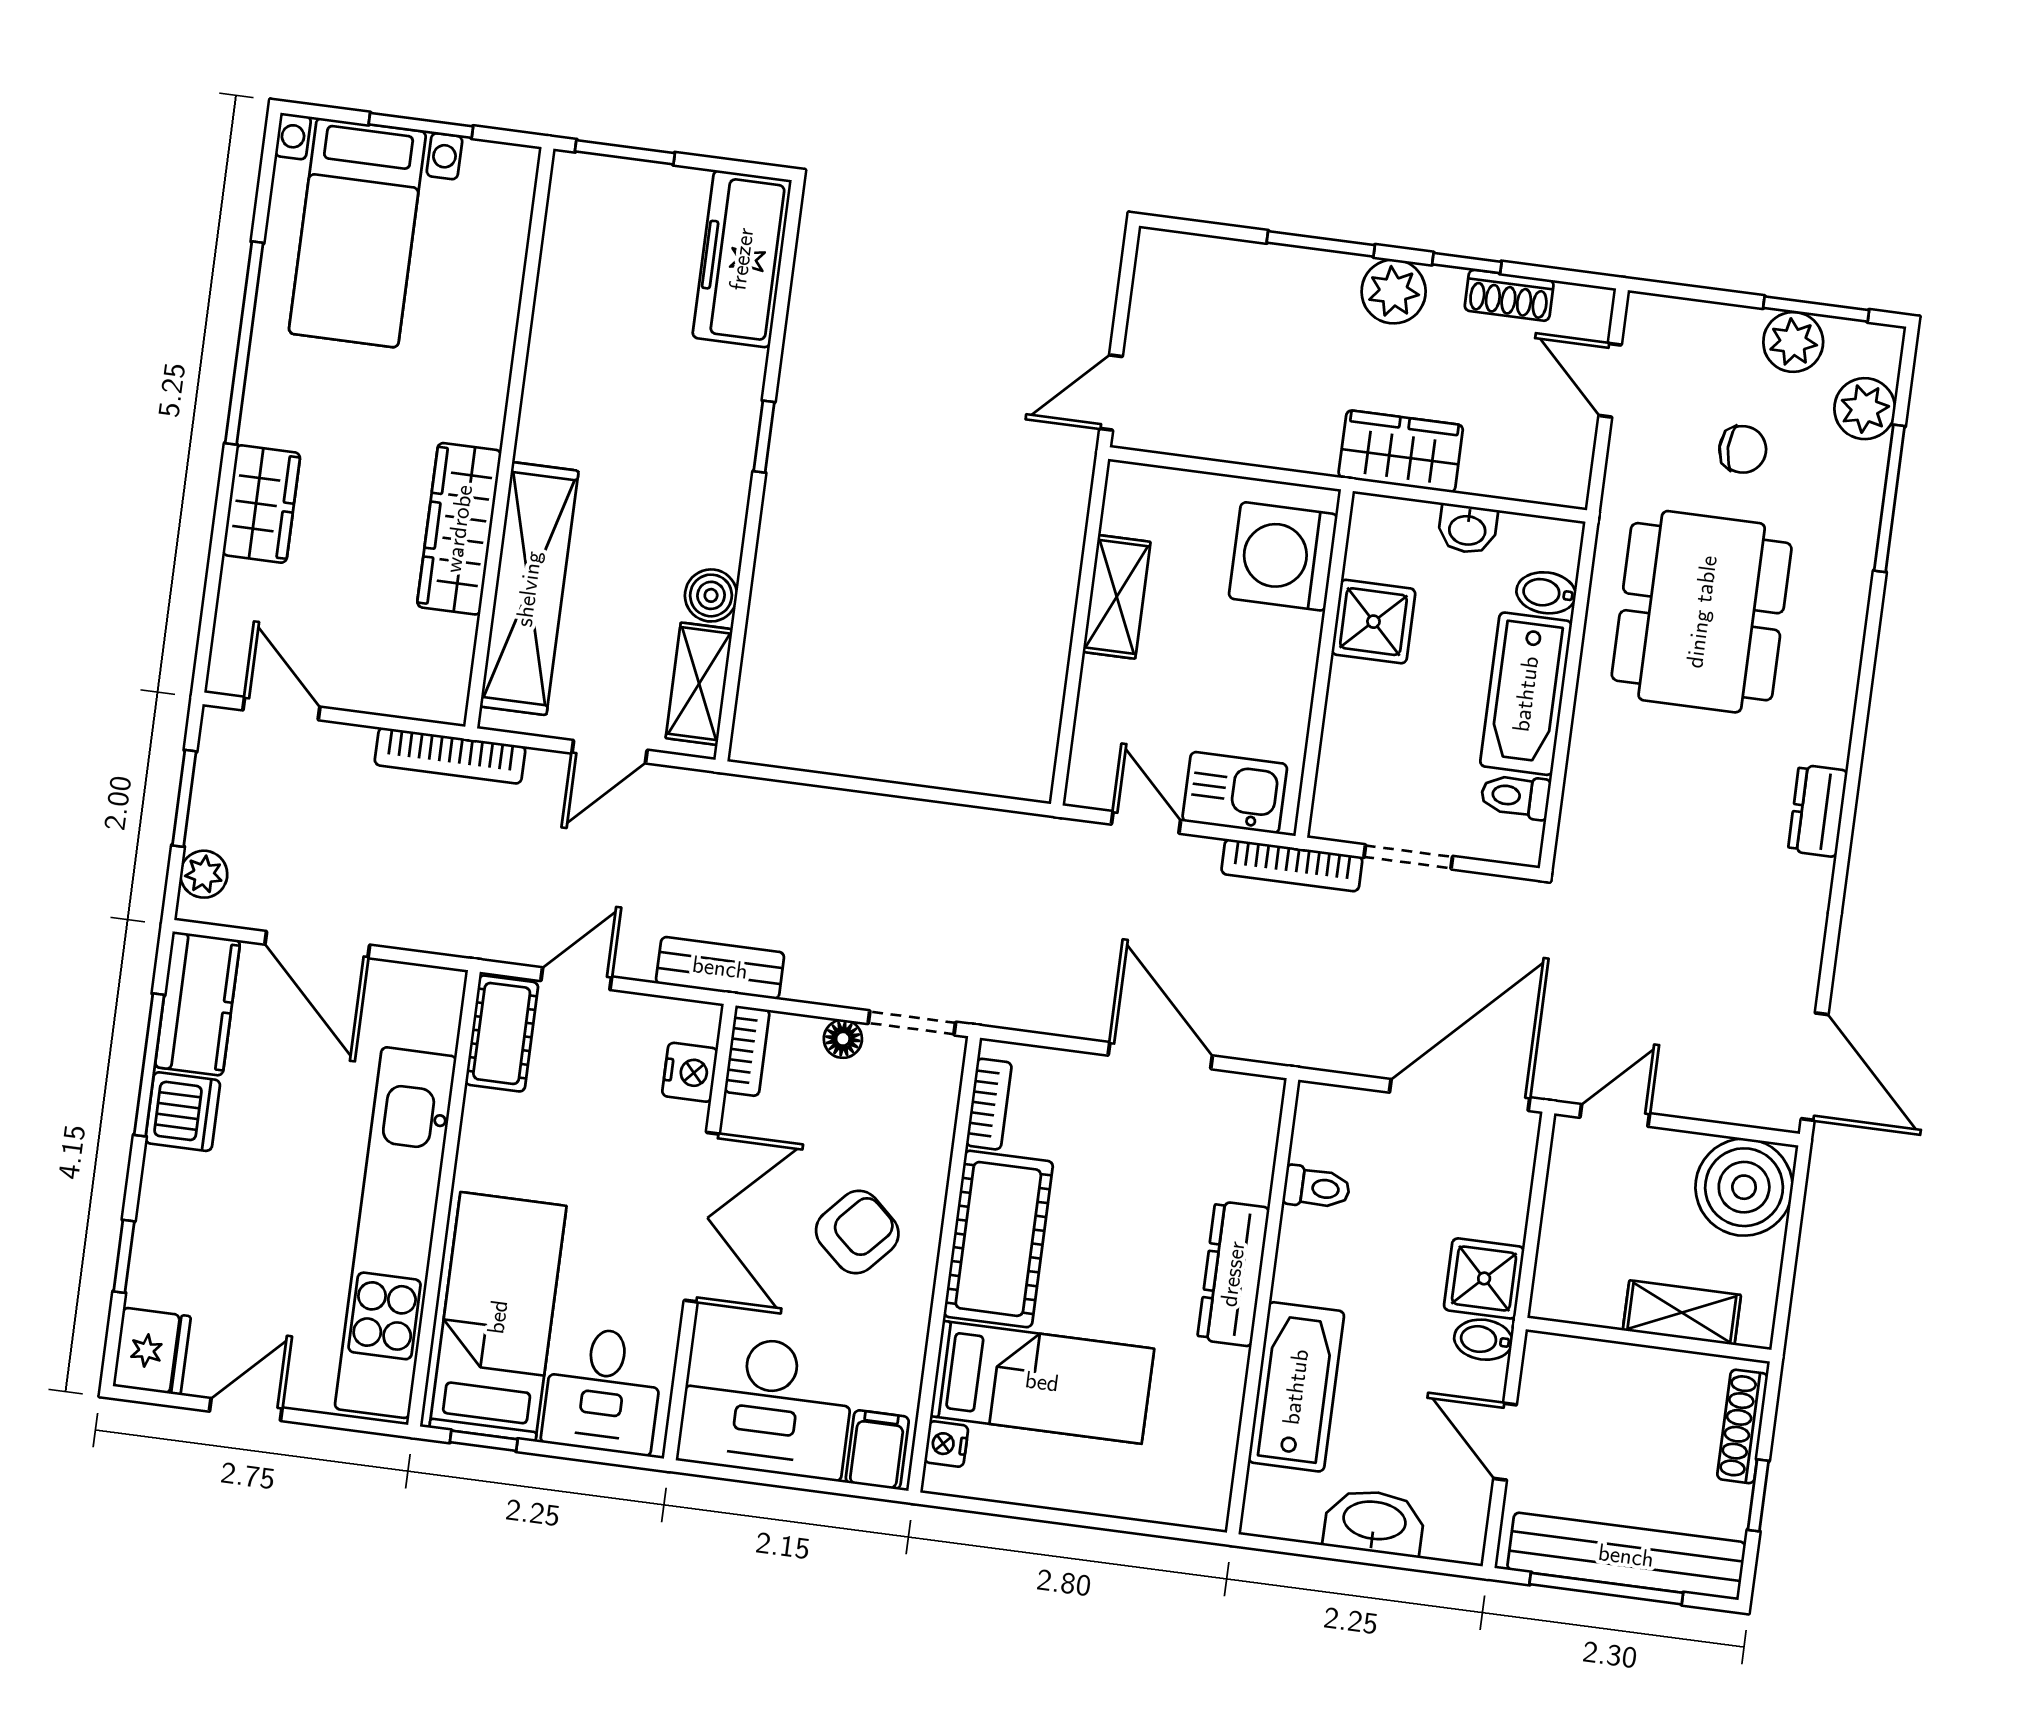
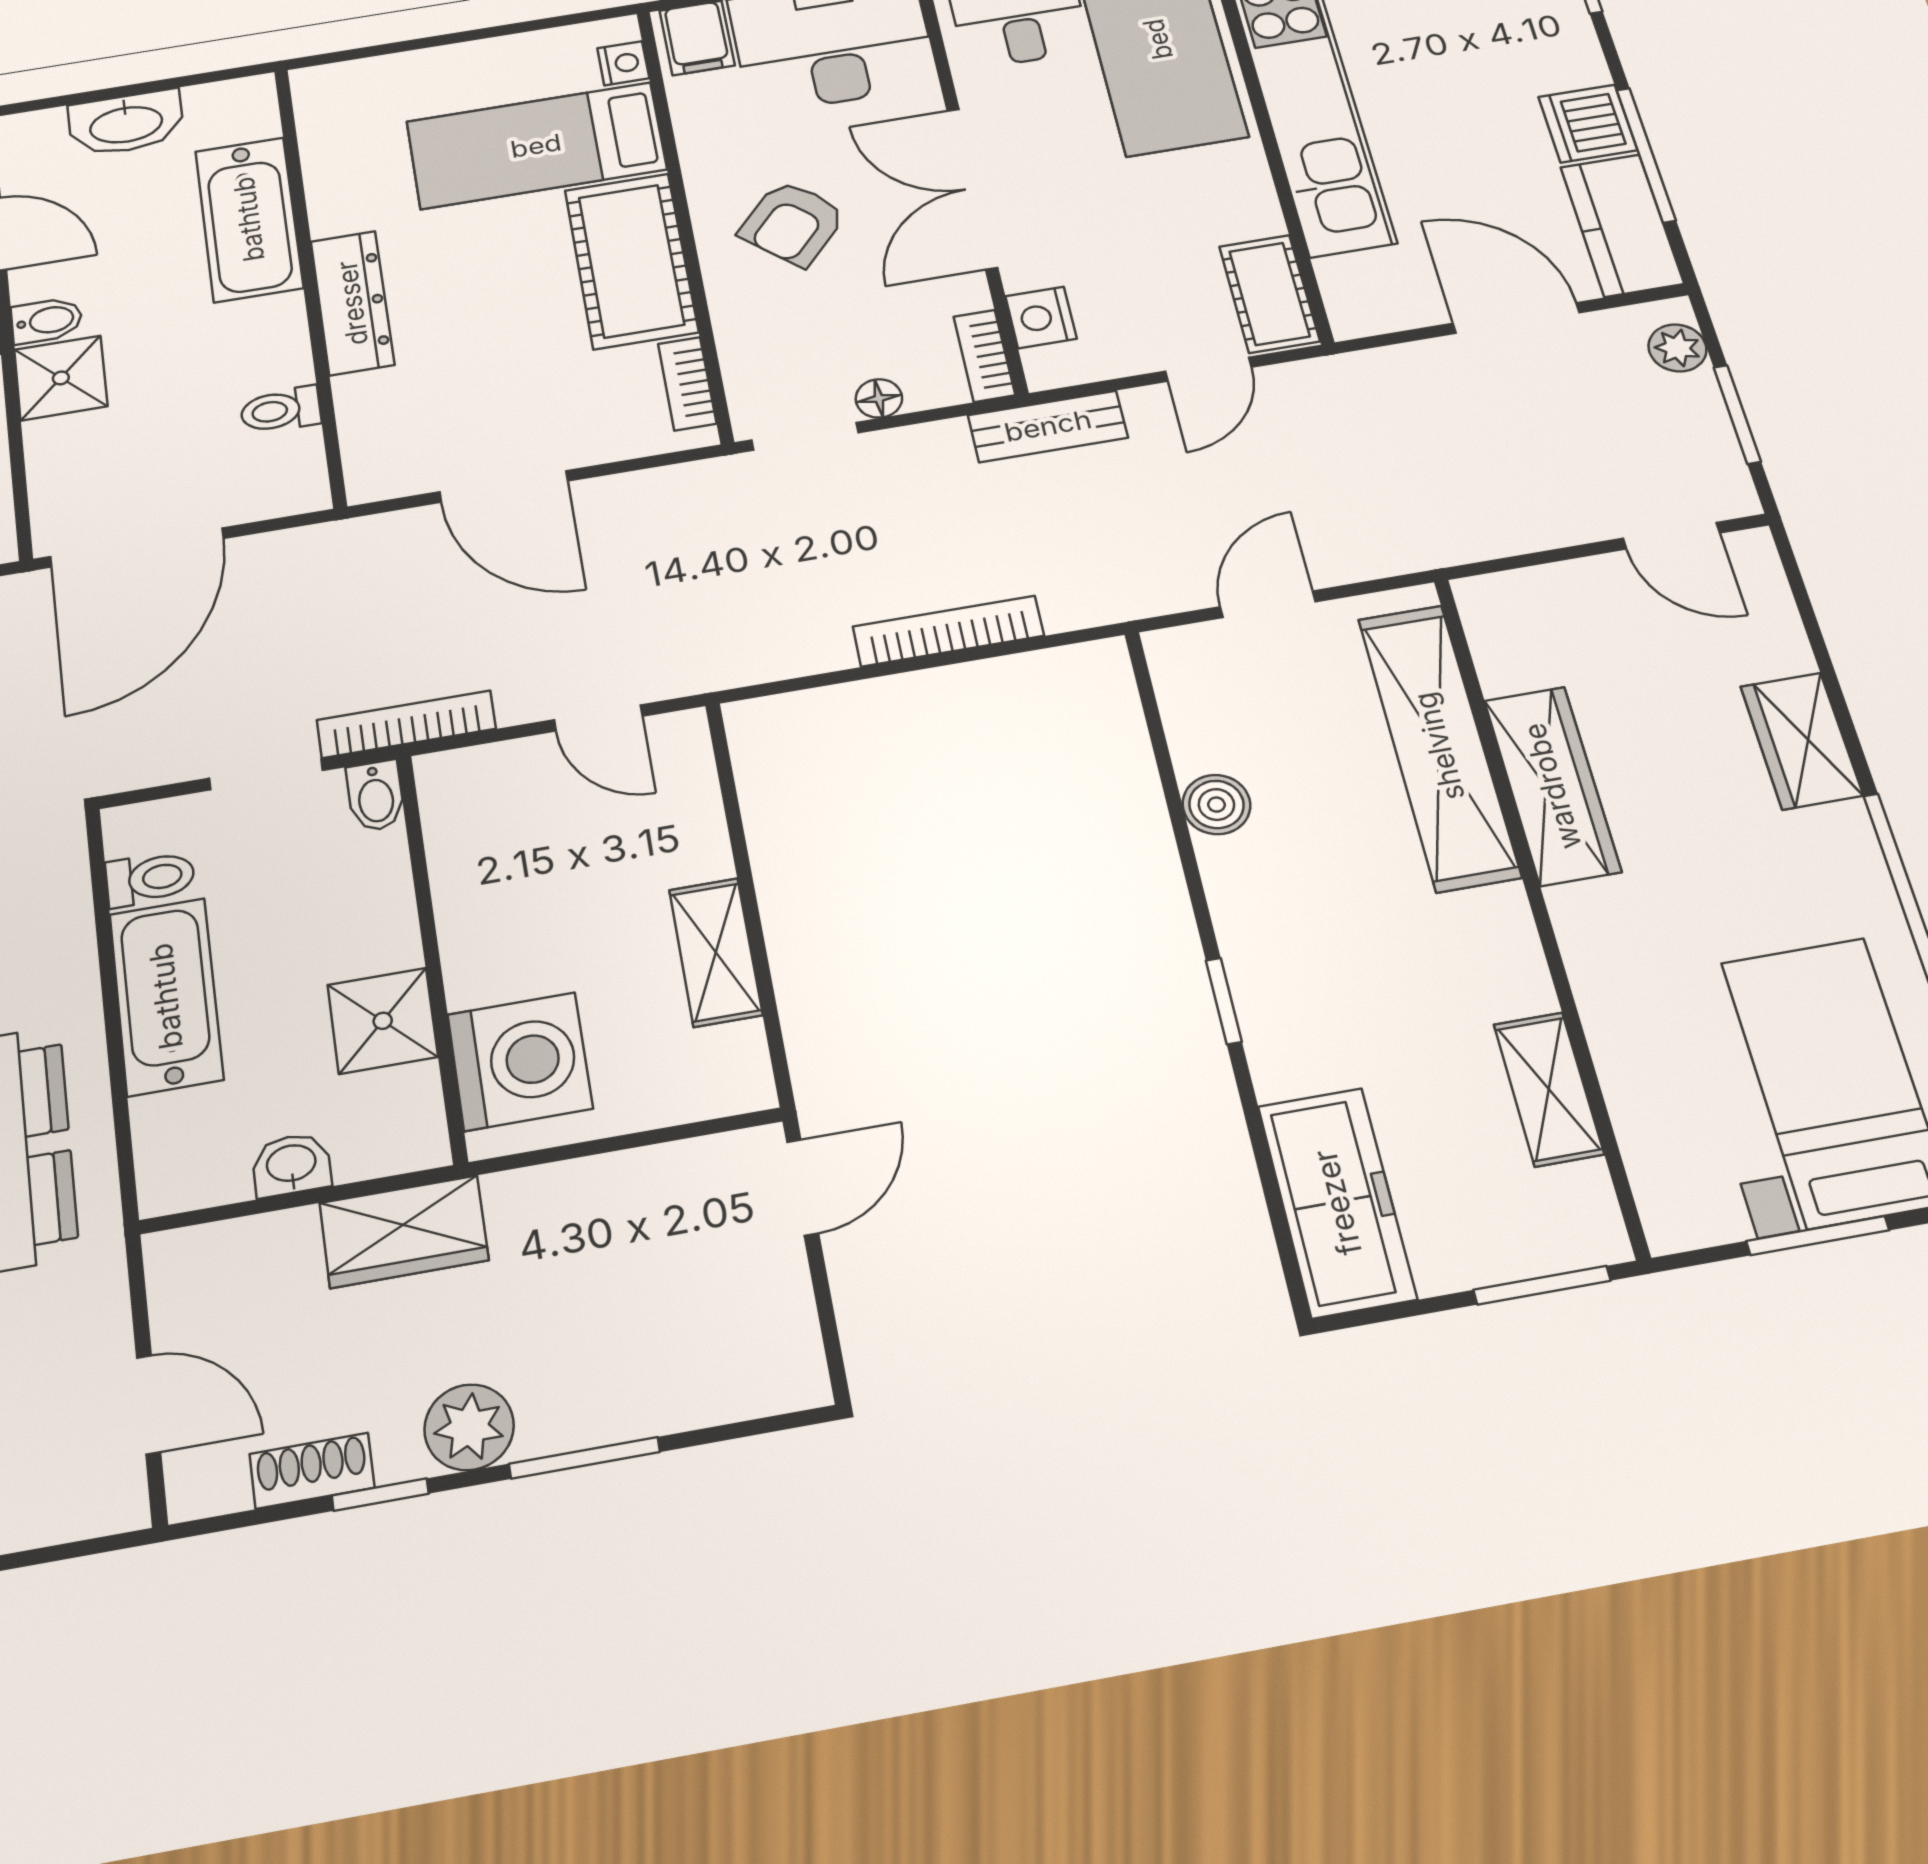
bidet: (1546, 593) -> (376, 796), moved, turned 90
shelving: (699, 684) -> (1549, 1089), moved
bookcase: (450, 756) -> (948, 631), moved
kitchen sink: (1235, 793) -> (500, 781), removed

